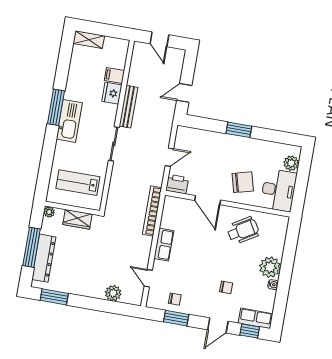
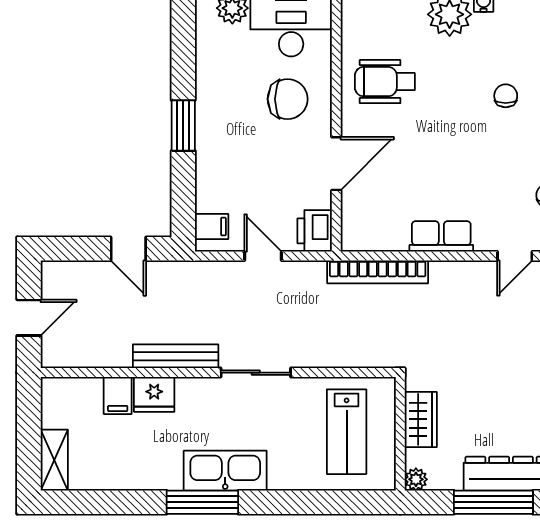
filing cabinet: (188, 135) -> (212, 227), added
chair: (243, 182) -> (288, 99), turned 105
wheelchair: (243, 230) -> (385, 82), turned -59

